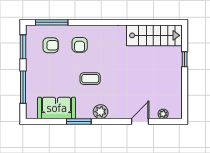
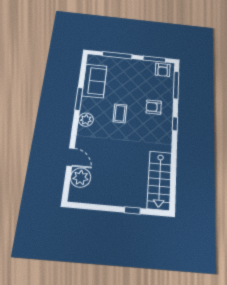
window: (96, 22) -> (175, 124), added
armchair: (51, 45) -> (163, 70), moved
plant: (163, 114) -> (81, 178), width x1.88, depth x1.88

